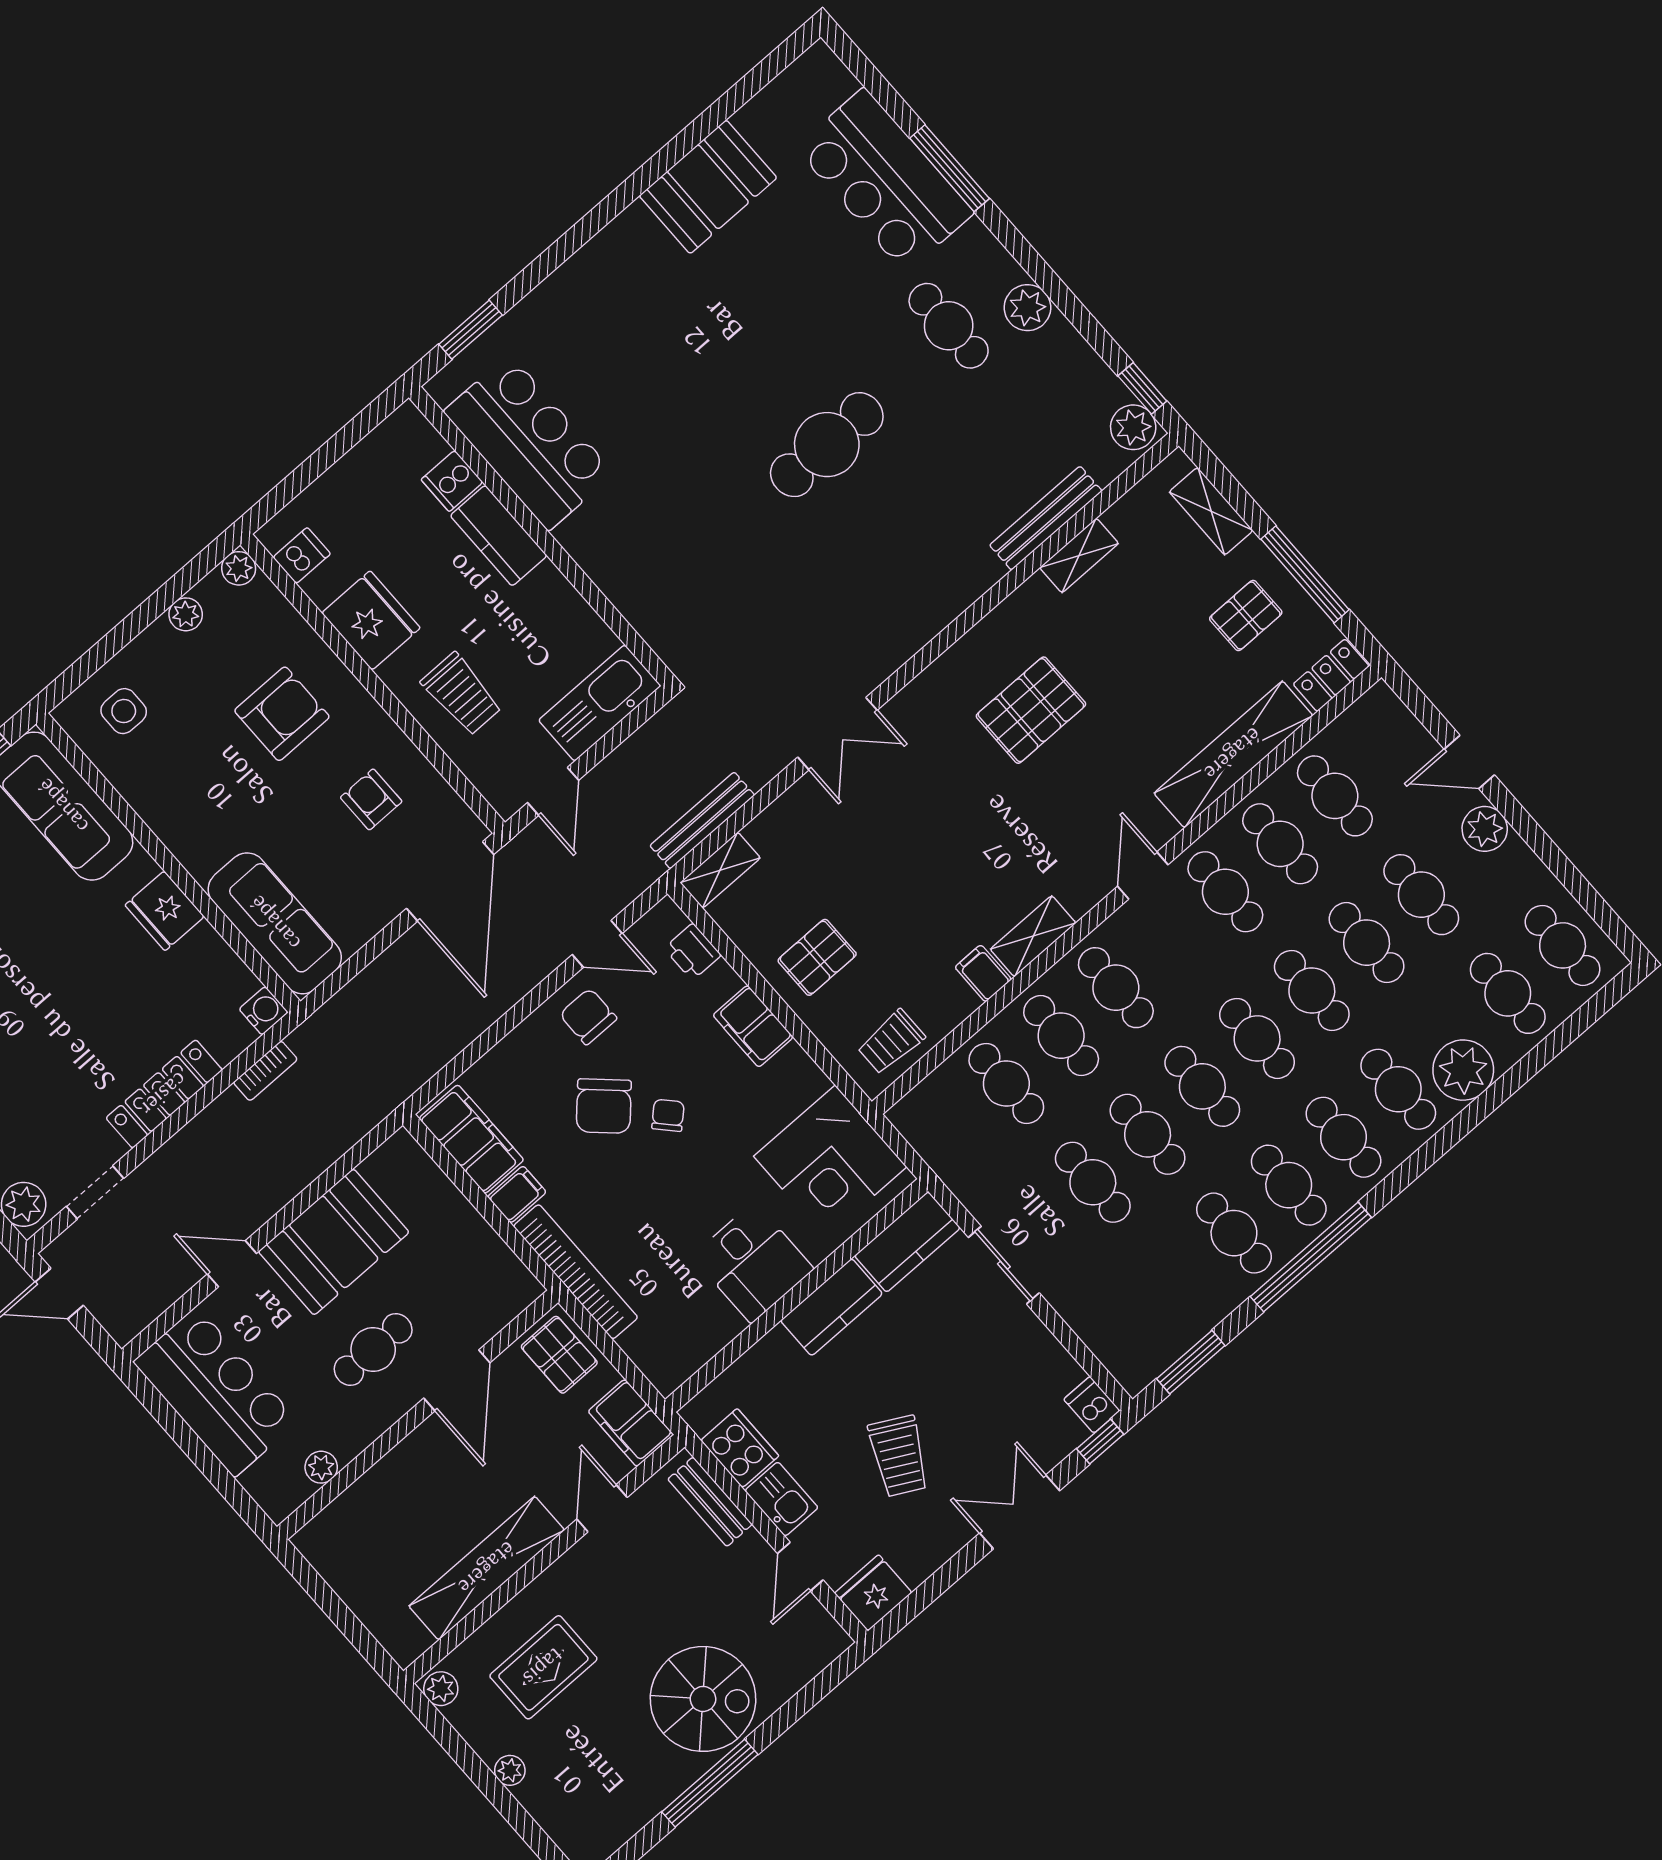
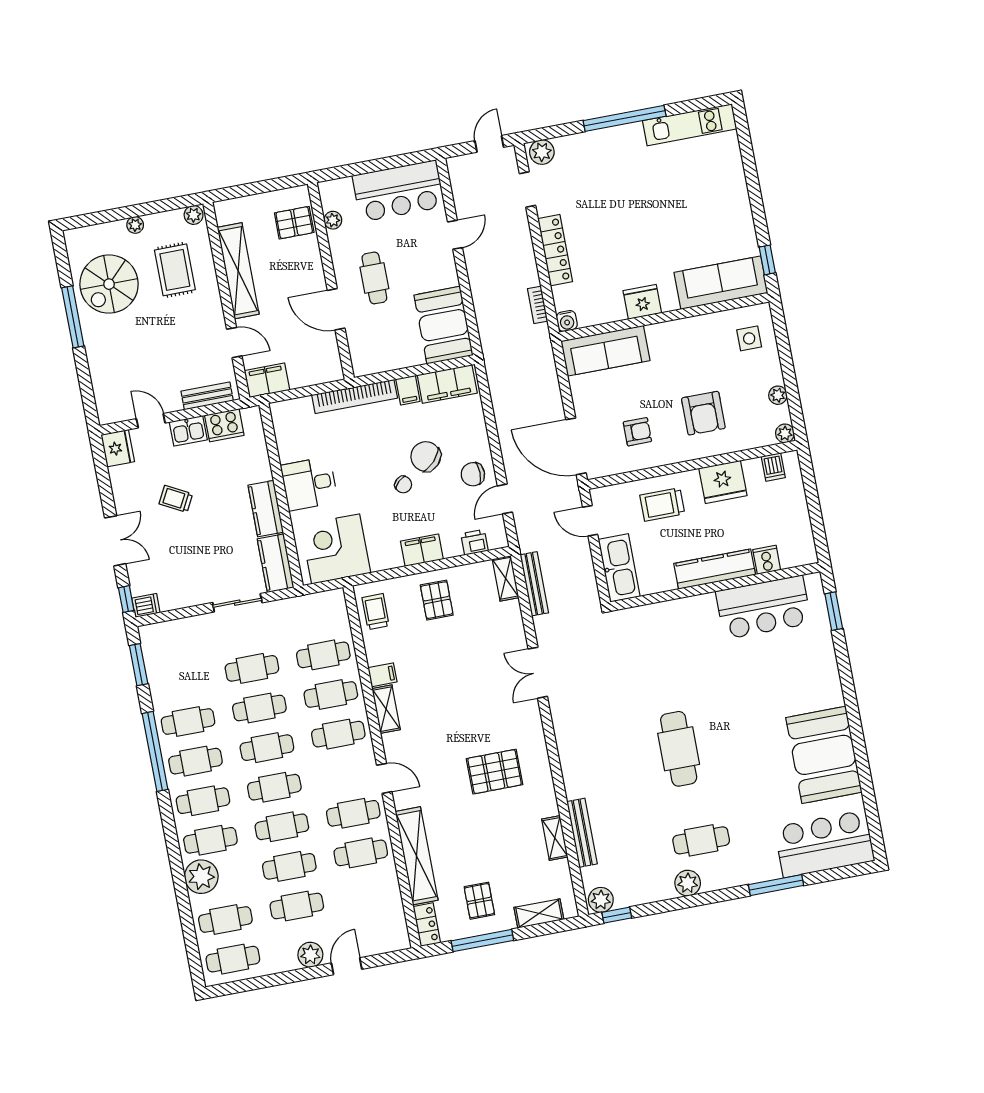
bar counter: (884, 180) -> (824, 844), moved
booth: (708, 187) -> (824, 755), width x1.36, depth x1.42
kitchen counter: (499, 536) -> (715, 569), width x1.50
pallet: (1031, 710) -> (495, 772), turned 90
cafe table: (1335, 796) -> (368, 893), removed
chair: (588, 1016) -> (473, 474), turned 180
booth: (334, 1242) -> (444, 325), moved
pallet: (559, 1355) -> (294, 223), moved
trolley: (899, 1456) -> (176, 499), width x0.73, depth x0.72
spiral stairs: (703, 1699) -> (109, 284), moved

